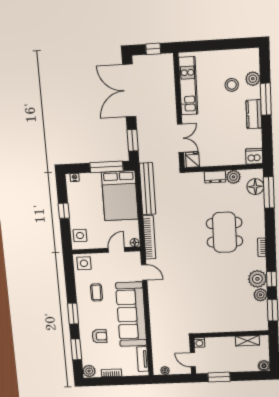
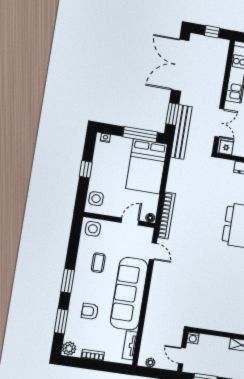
bench: (147, 189) -> (181, 132), moved
armchair: (99, 336) -> (90, 311), turned 180

